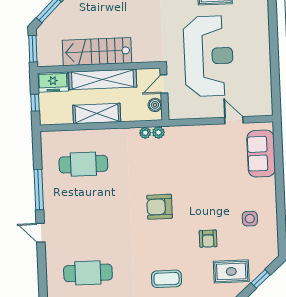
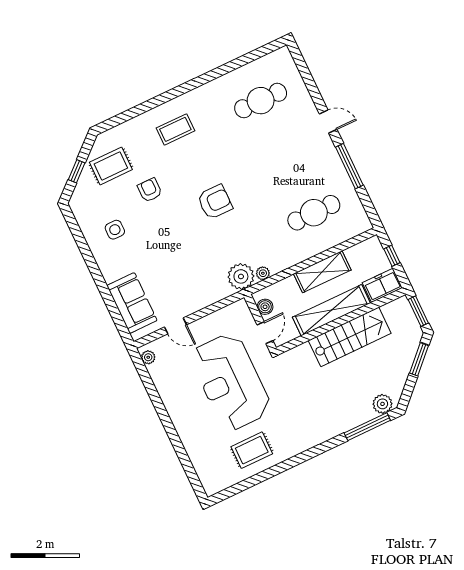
plant: (267, 104) -> (148, 357), added
plant: (158, 132) -> (241, 276), width x1.88, depth x1.88

